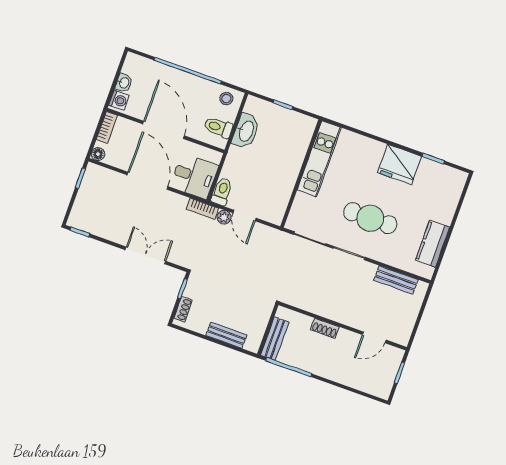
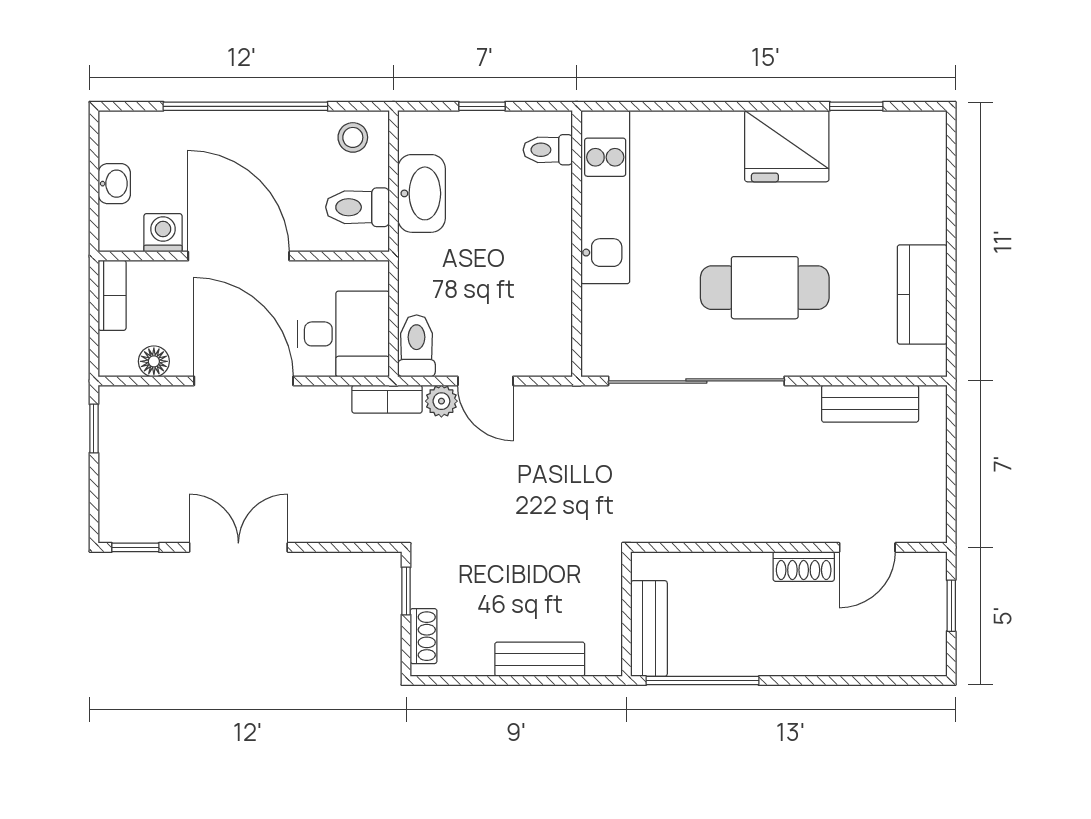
washing machine: (119, 100) -> (163, 233), moved, turned -90
toilet: (303, 132) -> (548, 150), added
floor lamp: (98, 154) -> (154, 361), moved
double door: (145, 255) -> (238, 547), moved
shoe rack: (325, 328) -> (804, 566), moved

